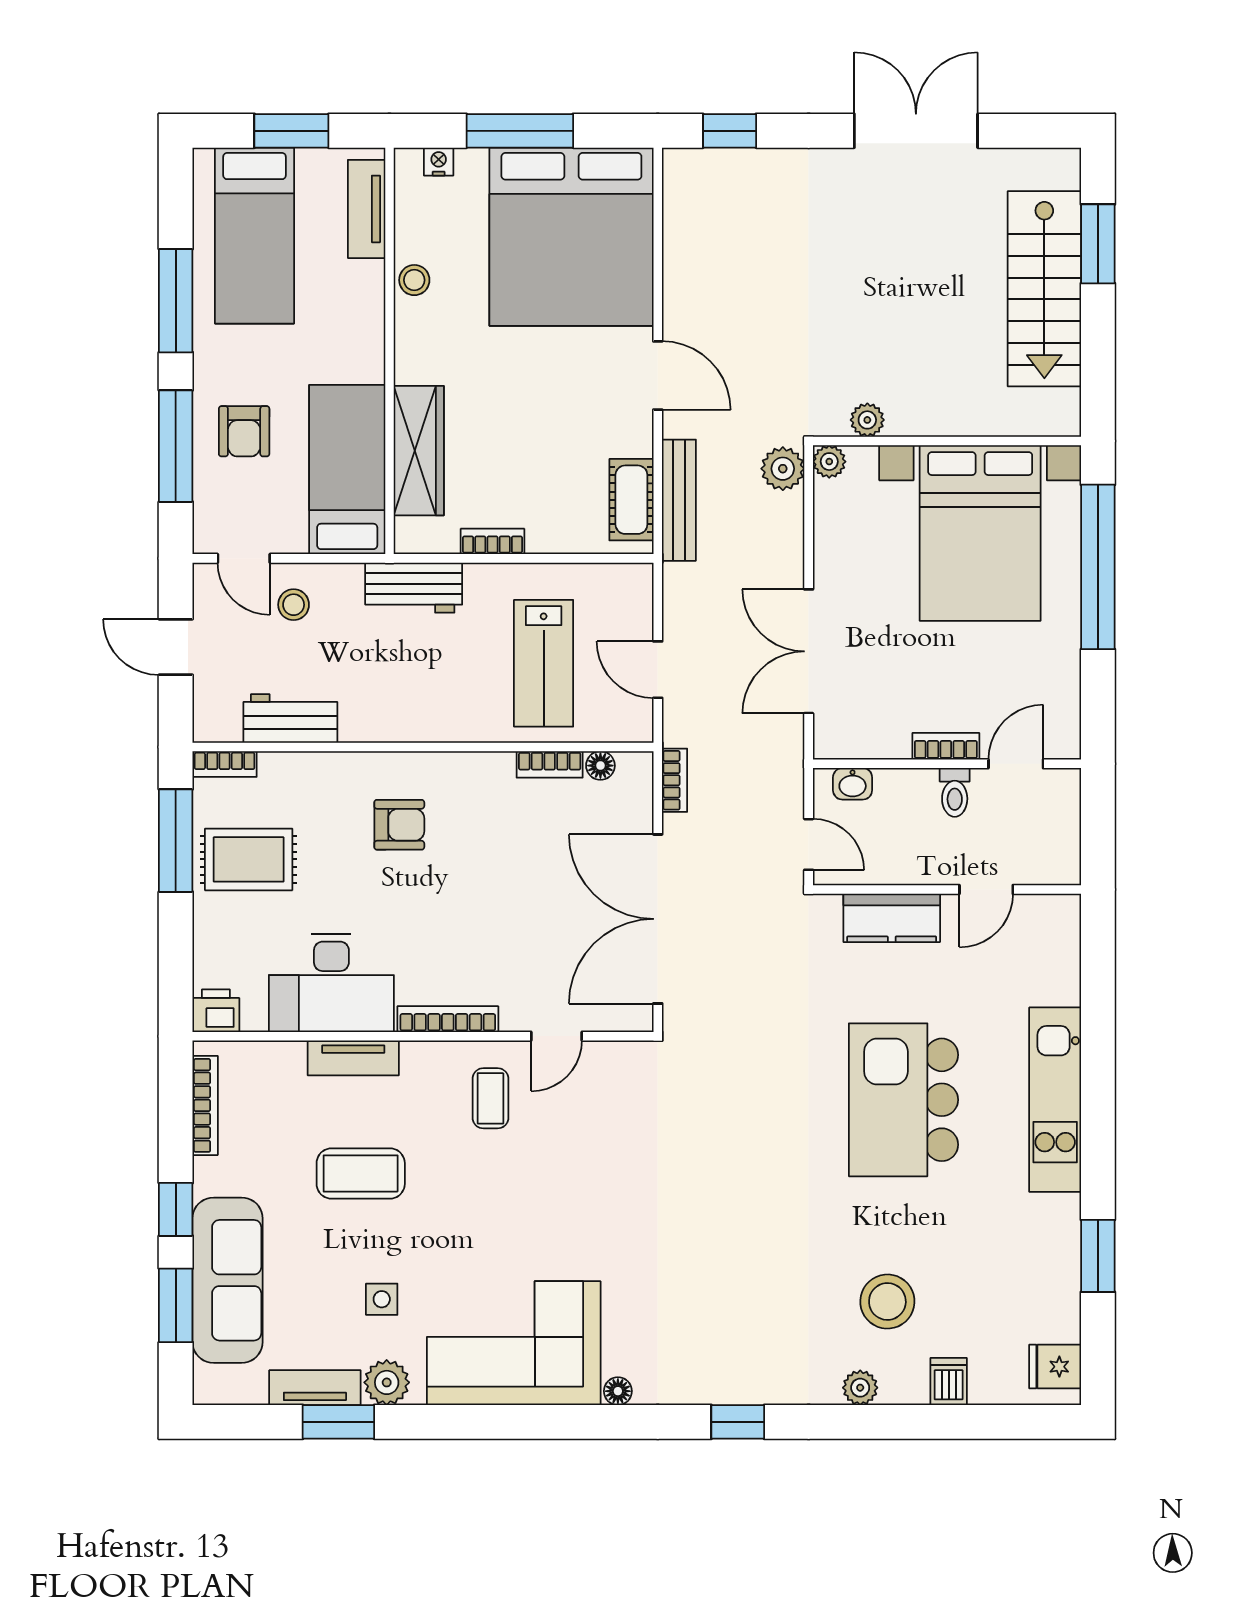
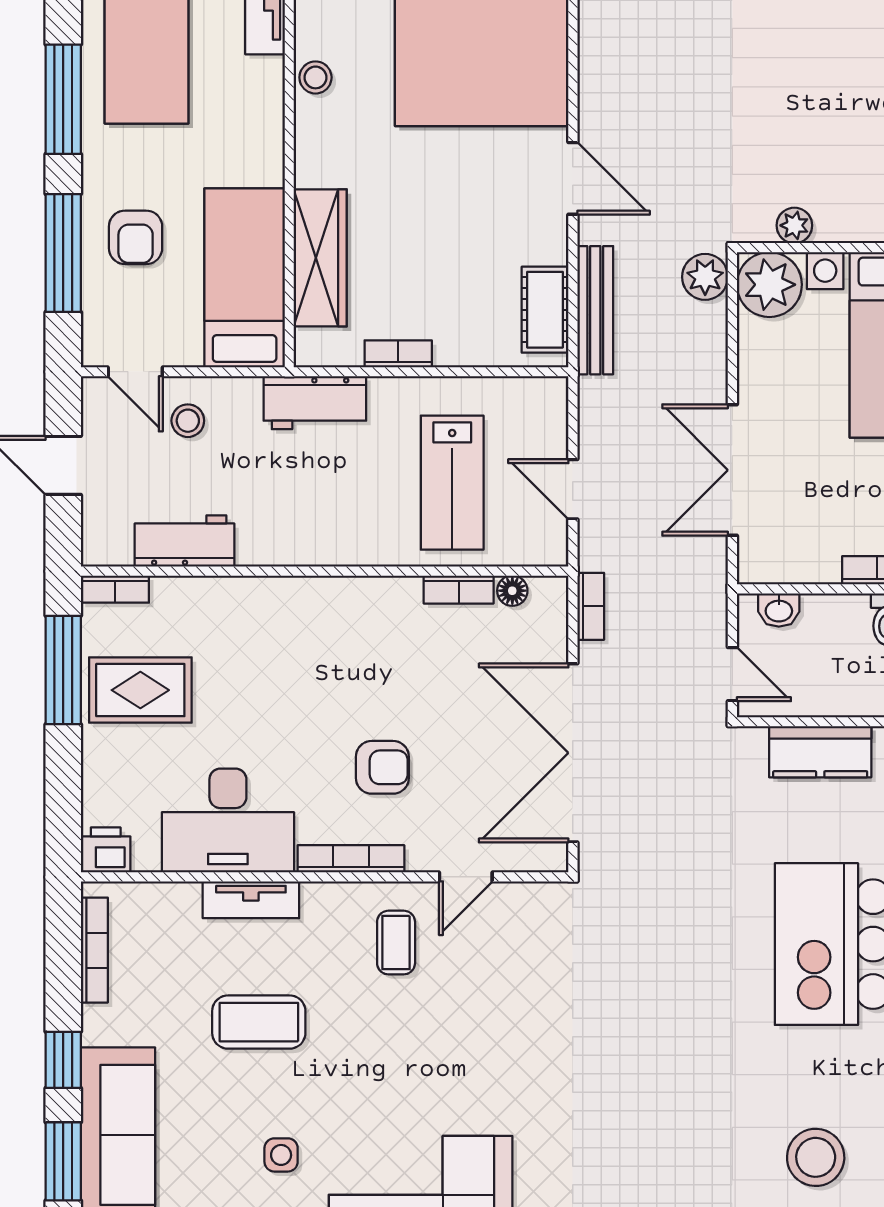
plant: (829, 462) -> (769, 285), width x1.88, depth x1.88
armchair: (399, 825) -> (382, 767), moved

